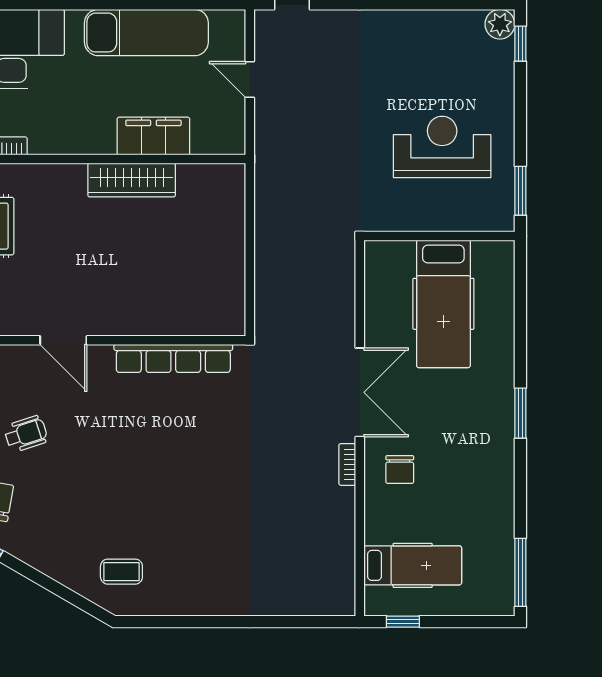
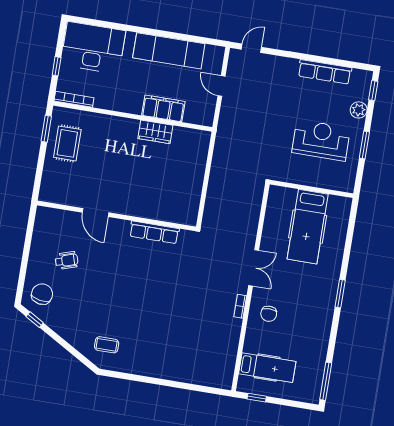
plant: (500, 24) -> (359, 110), moved
row of seats: (429, 25) -> (325, 72), added
wardrobe: (132, 180) -> (155, 132), width x0.67
window: (520, 191) -> (364, 145), moved
row of seats: (173, 358) -> (154, 232), width x0.73
double door: (360, 392) -> (254, 268), width x0.73

